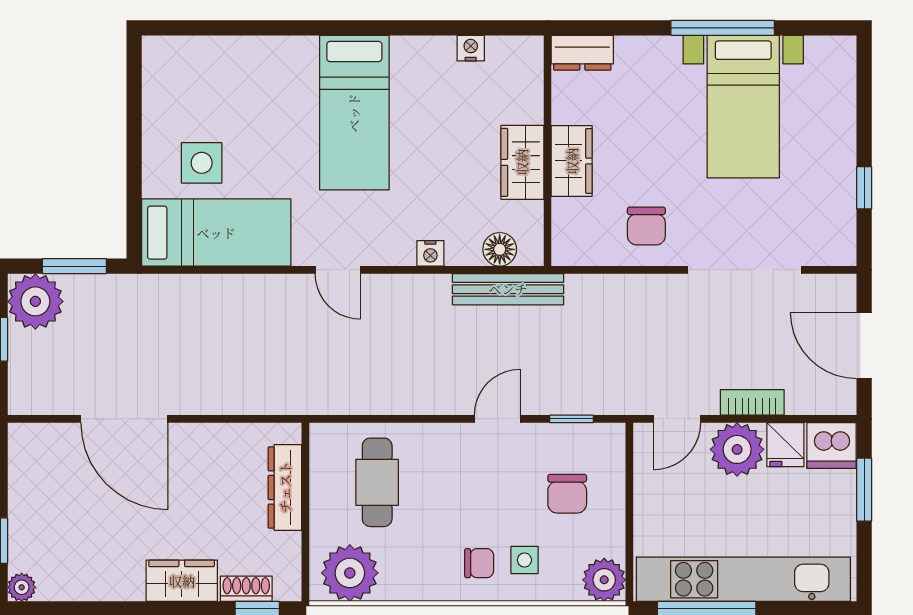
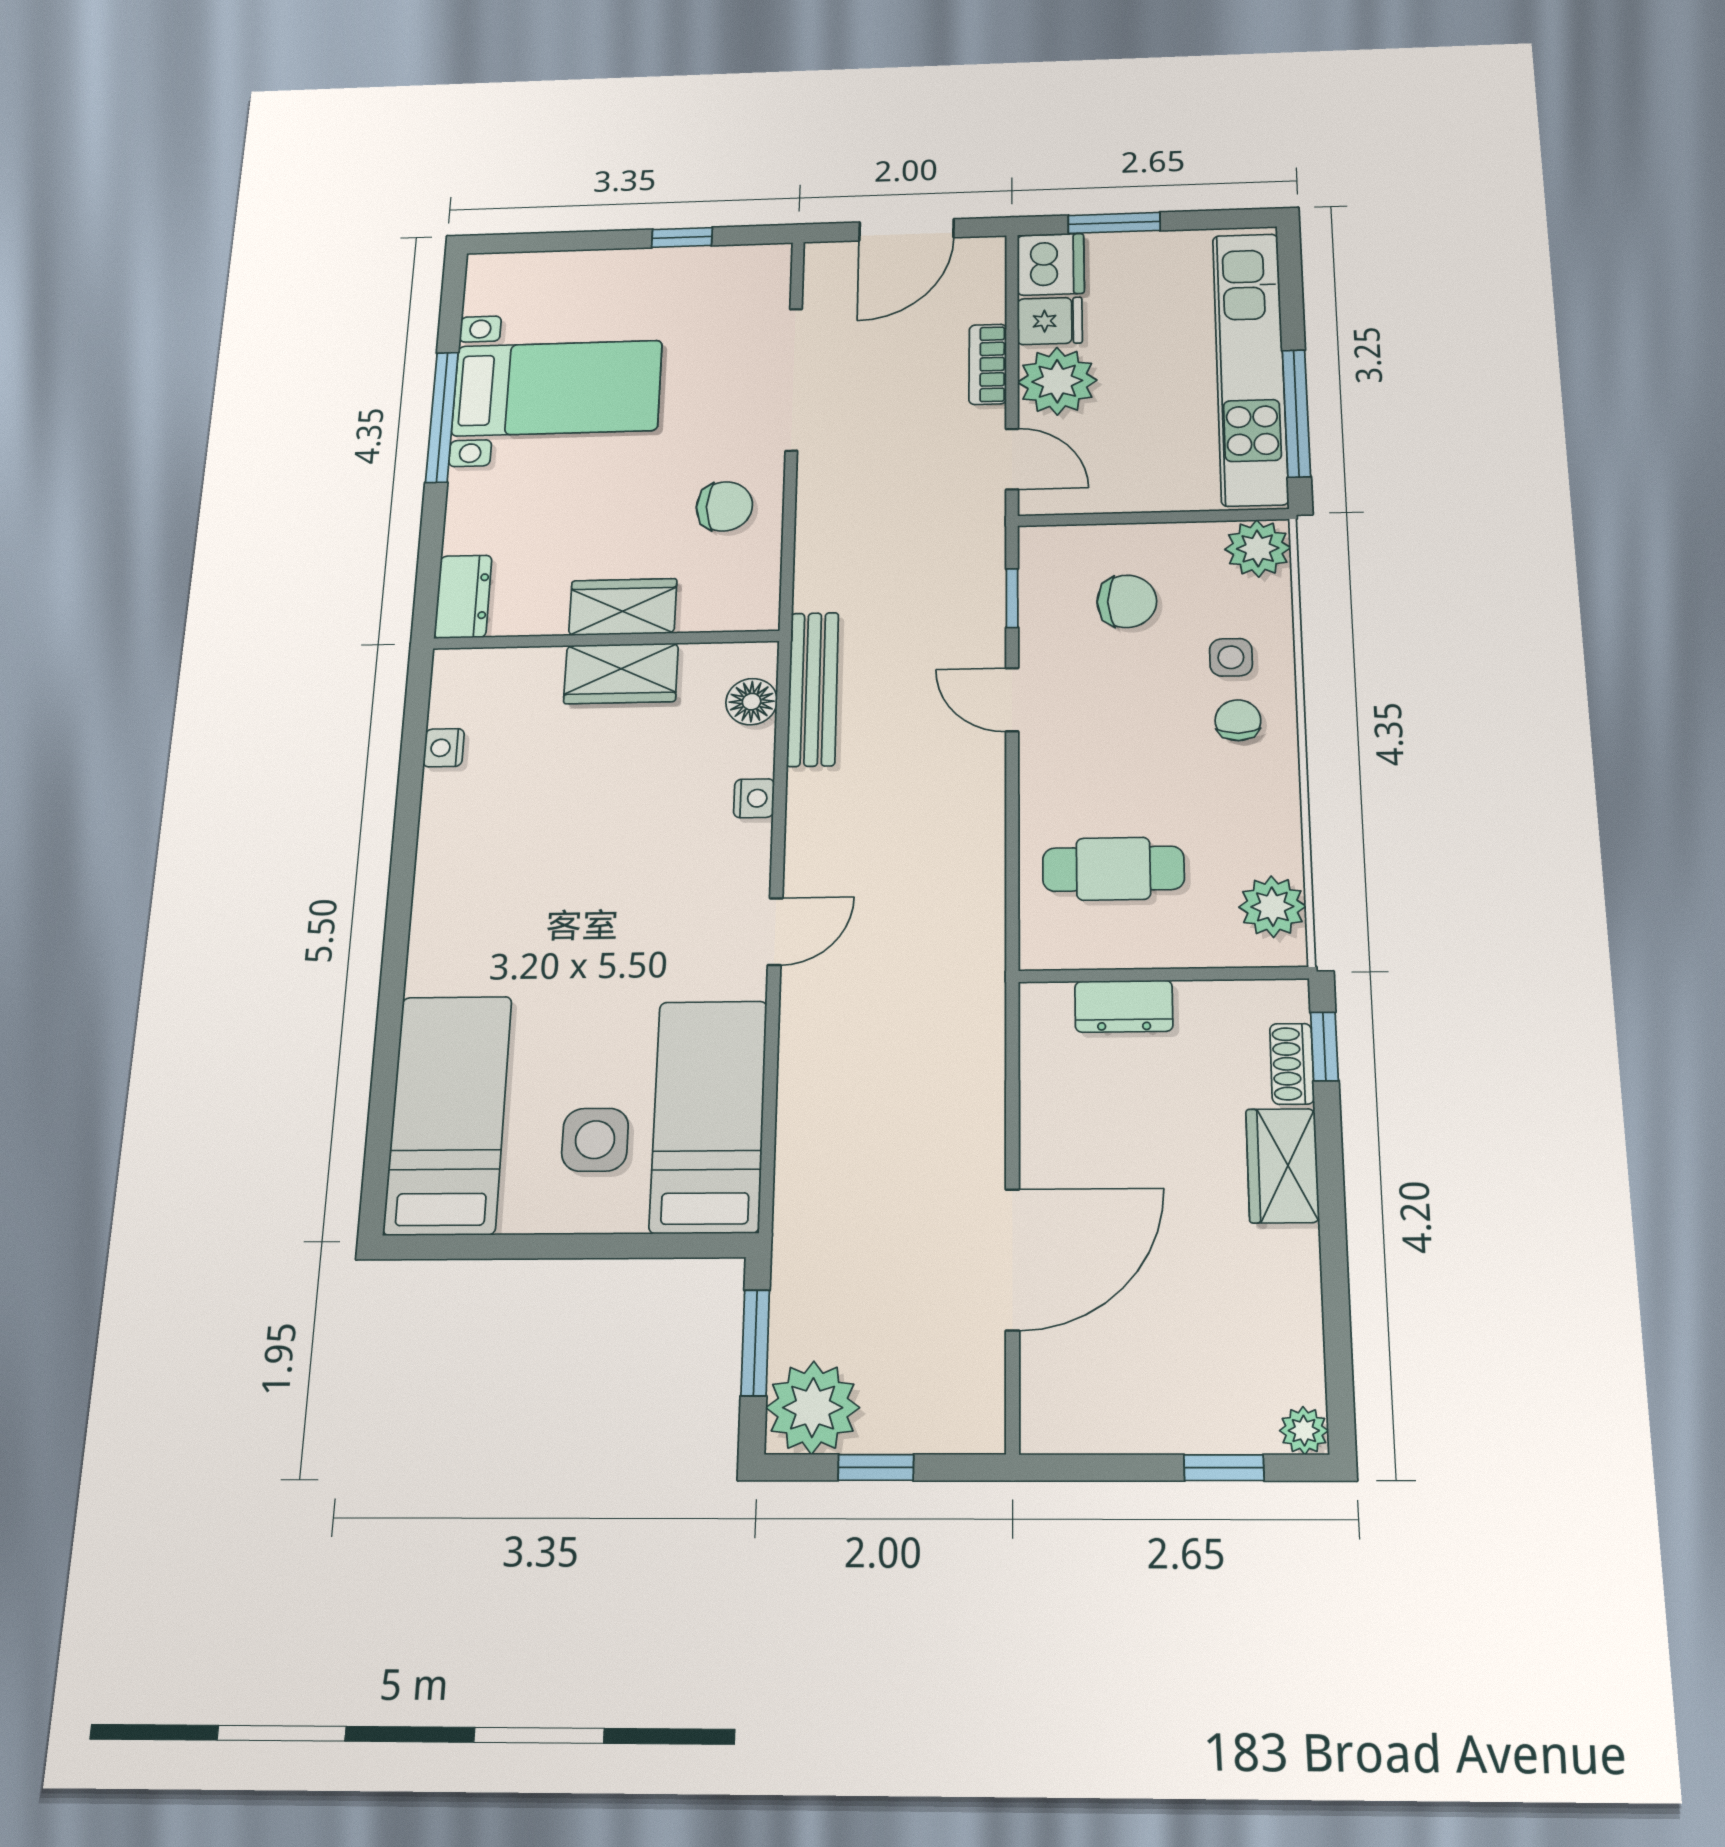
bed: (354, 113) -> (448, 1114), moved, turned -90
dresser: (285, 487) -> (1124, 1006), width x0.70
plant: (350, 573) -> (1272, 907), width x0.73, depth x0.73

